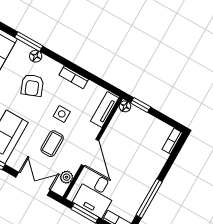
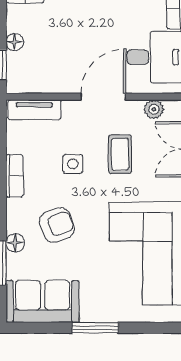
floor lamp: (125, 106) -> (15, 42), moved
coffee table: (52, 144) -> (120, 154), turned 90

